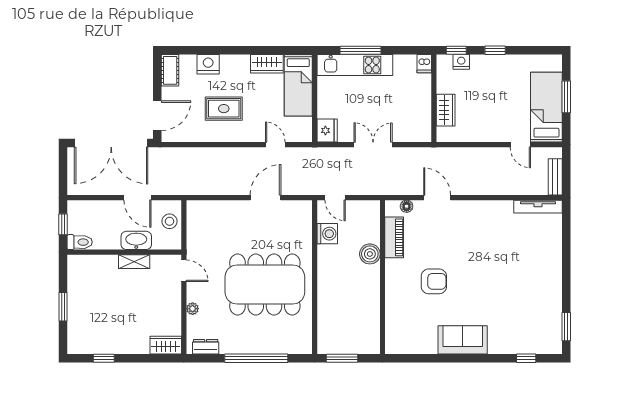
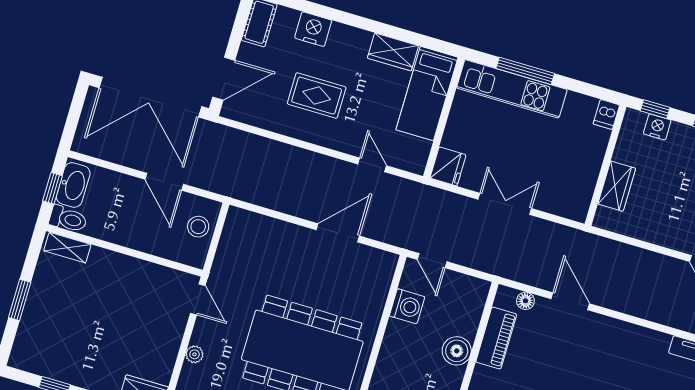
washbasin: (136, 240) -> (73, 185), moved, turned 90
shelving: (134, 262) -> (67, 248), moved

